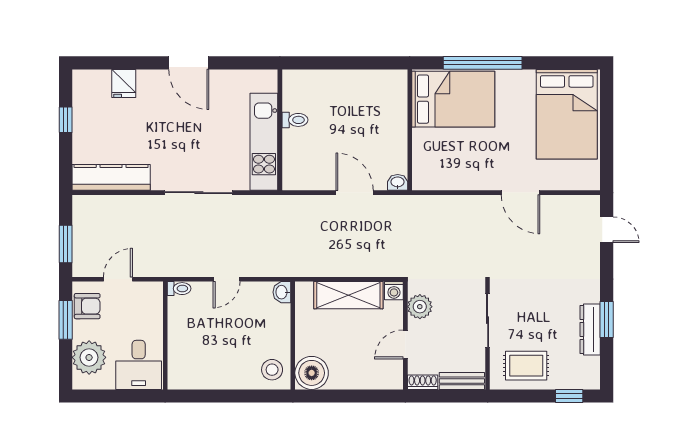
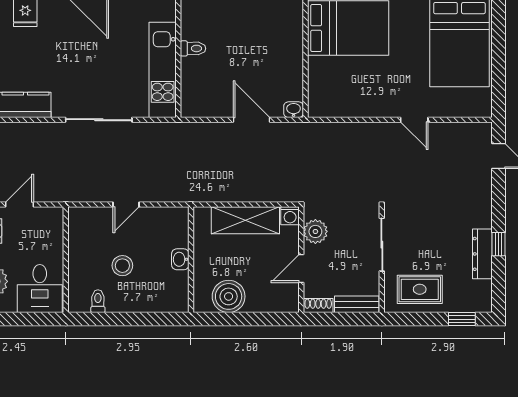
door: (521, 193) -> (414, 120), width x0.73
toilet: (179, 289) -> (98, 301), moved, turned -90
washbasin: (282, 292) -> (180, 259), moved
window: (607, 320) -> (499, 244), width x0.67
stool: (272, 370) -> (122, 266), moved
boiler: (312, 373) -> (229, 296), moved

